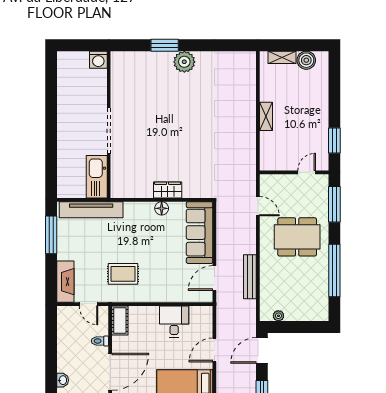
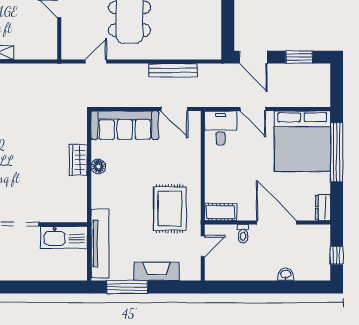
rug: (123, 274) -> (170, 209), width x1.36, depth x1.43
fireplace: (65, 282) -> (157, 271), moved
plant: (278, 316) -> (215, 39), removed
desk: (174, 322) -> (220, 128), moved, turned 90

